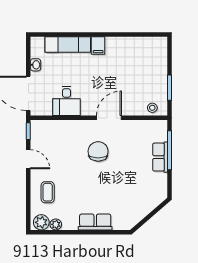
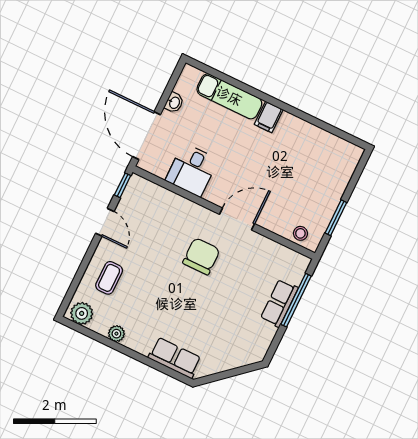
row of seats: (95, 222) -> (175, 358), moved
plant: (56, 224) -> (116, 334), moved

